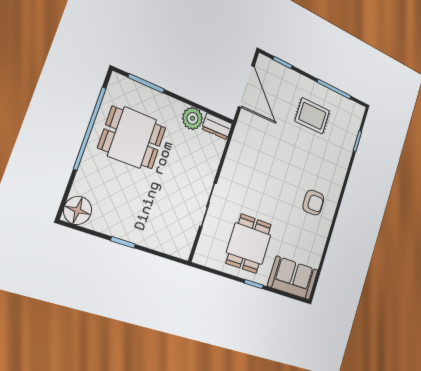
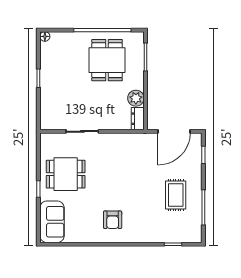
floor lamp: (78, 210) -> (45, 36), width x0.53, depth x0.53

